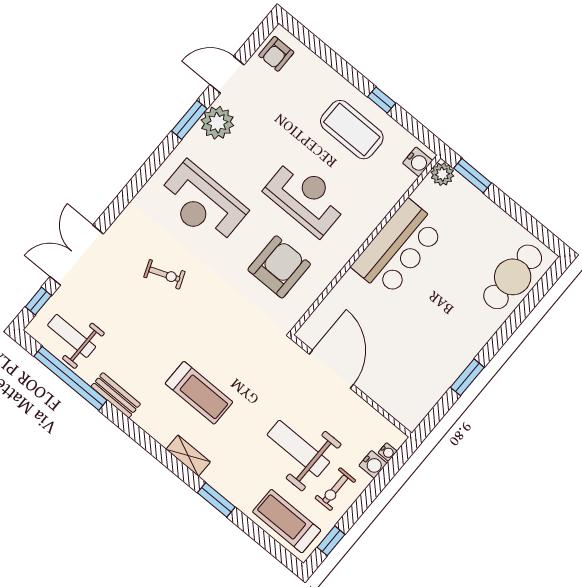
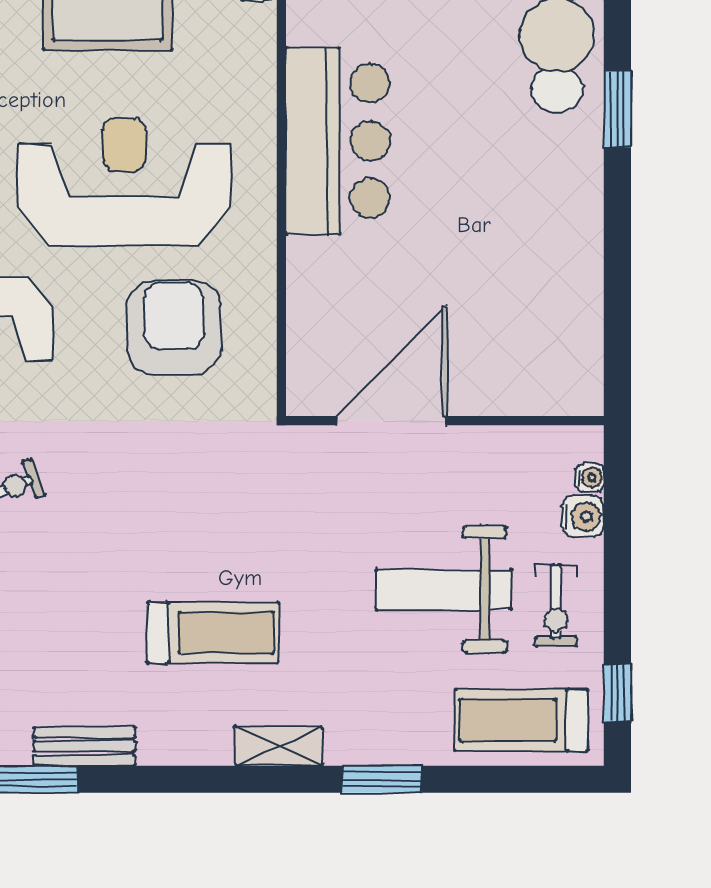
reception desk: (306, 197) -> (124, 182), width x1.36, depth x1.30
door: (331, 369) -> (392, 421), hinge flipped
window: (467, 377) -> (617, 109), moved

